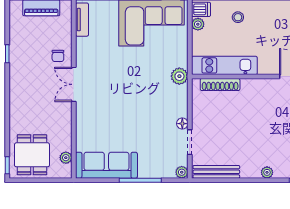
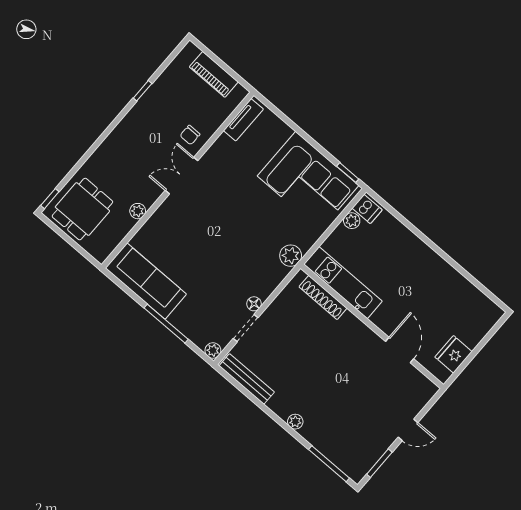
stool: (238, 17) -> (396, 247), removed
plant: (66, 158) -> (138, 211), moved

